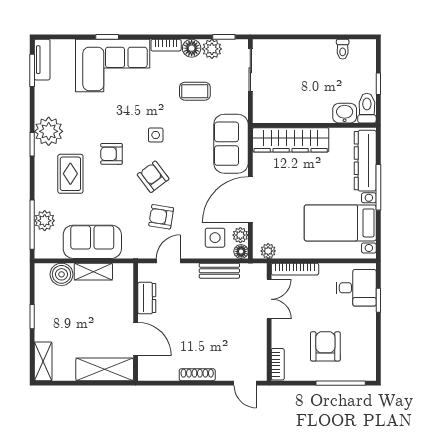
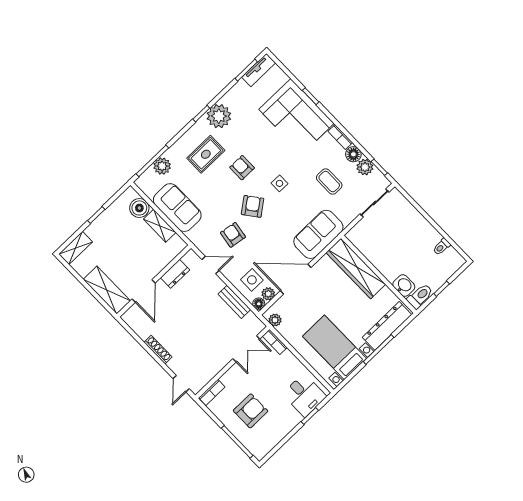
bookcase: (295, 269) -> (275, 342), width x0.64

